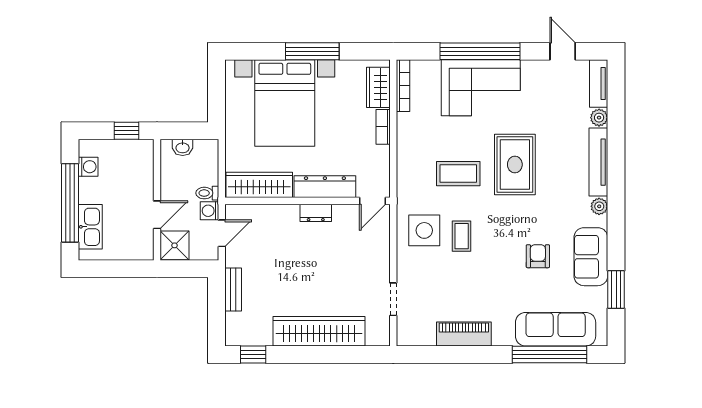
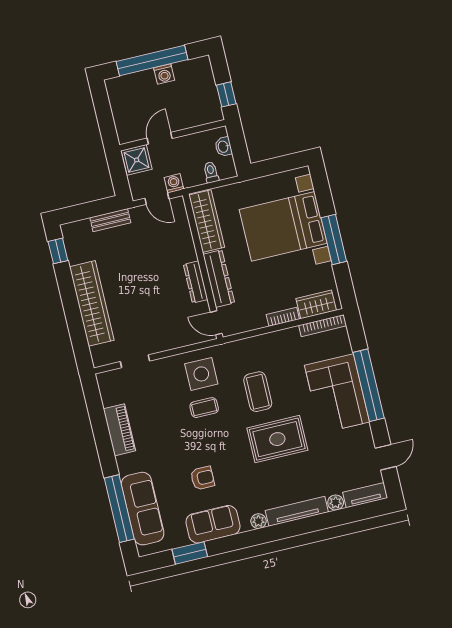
washing machine: (88, 167) -> (164, 74), moved
toilet: (207, 193) -> (211, 172), moved
dresser: (316, 213) -> (196, 282), width x1.44
door: (157, 215) -> (160, 138), swing flipped
kitchen sink: (90, 227) -> (135, 83), removed

